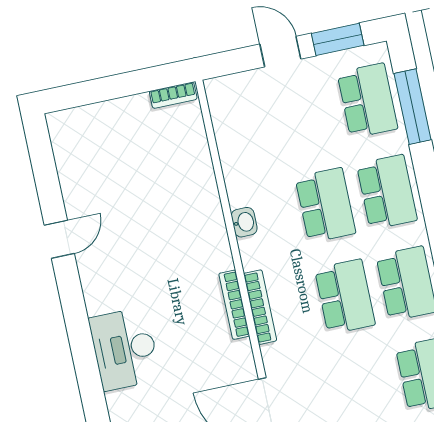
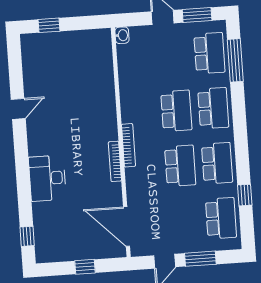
window: (91, 92) -> (49, 25), added
bookcase: (173, 95) -> (96, 34), removed
washbasin: (244, 222) -> (122, 35), moved
bookcase: (260, 307) -> (128, 145), moved

